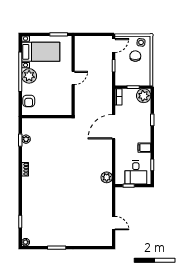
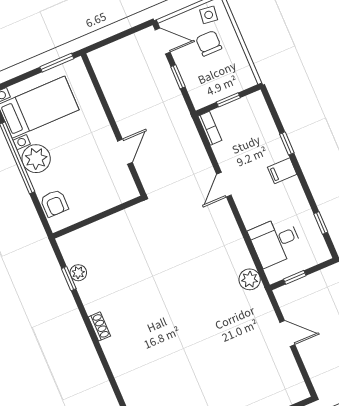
door: (114, 46) -> (163, 41), hinge flipped
door: (73, 78) -> (125, 152), moved
plant: (144, 96) -> (253, 107), removed
door: (114, 127) -> (224, 185), width x0.53
filing cabinet: (144, 148) -> (282, 171), moved
desk: (136, 172) -> (275, 241), moved, turned 90
door: (114, 223) -> (287, 334), moved

